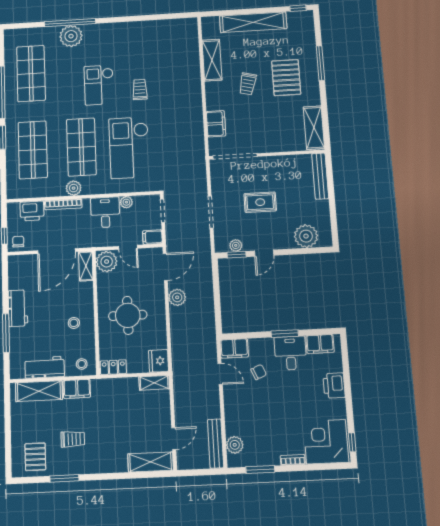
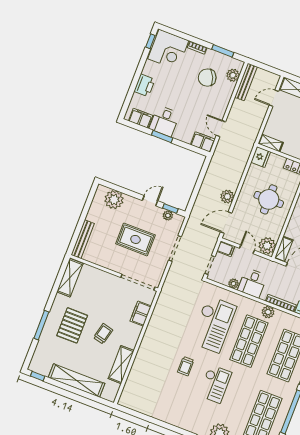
rug: (260, 202) -> (135, 239), width x1.36, depth x1.43
chair: (259, 372) -> (207, 78), moved, width x1.87, depth x1.87

